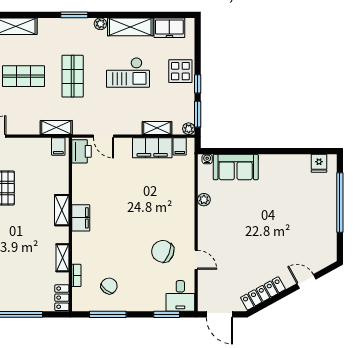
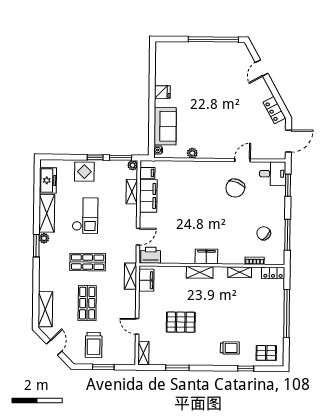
window: (74, 15) -> (36, 246), moved
filing cabinet: (58, 146) -> (146, 280), width x2.00
fridge: (319, 163) -> (162, 92), moved
window: (340, 203) -> (213, 39), moved
locker: (263, 293) -> (274, 110), width x0.66

